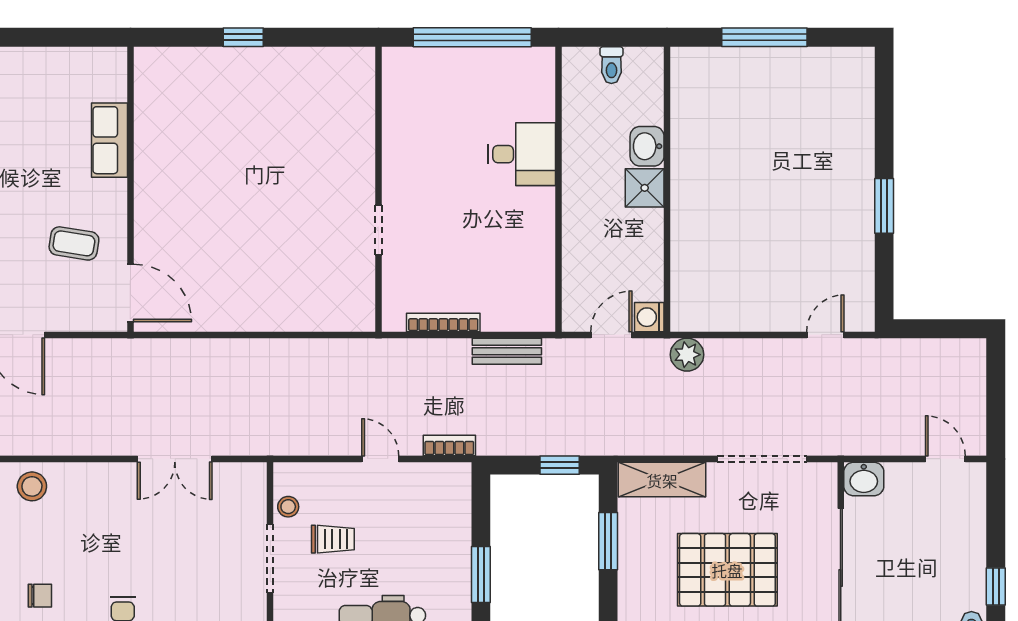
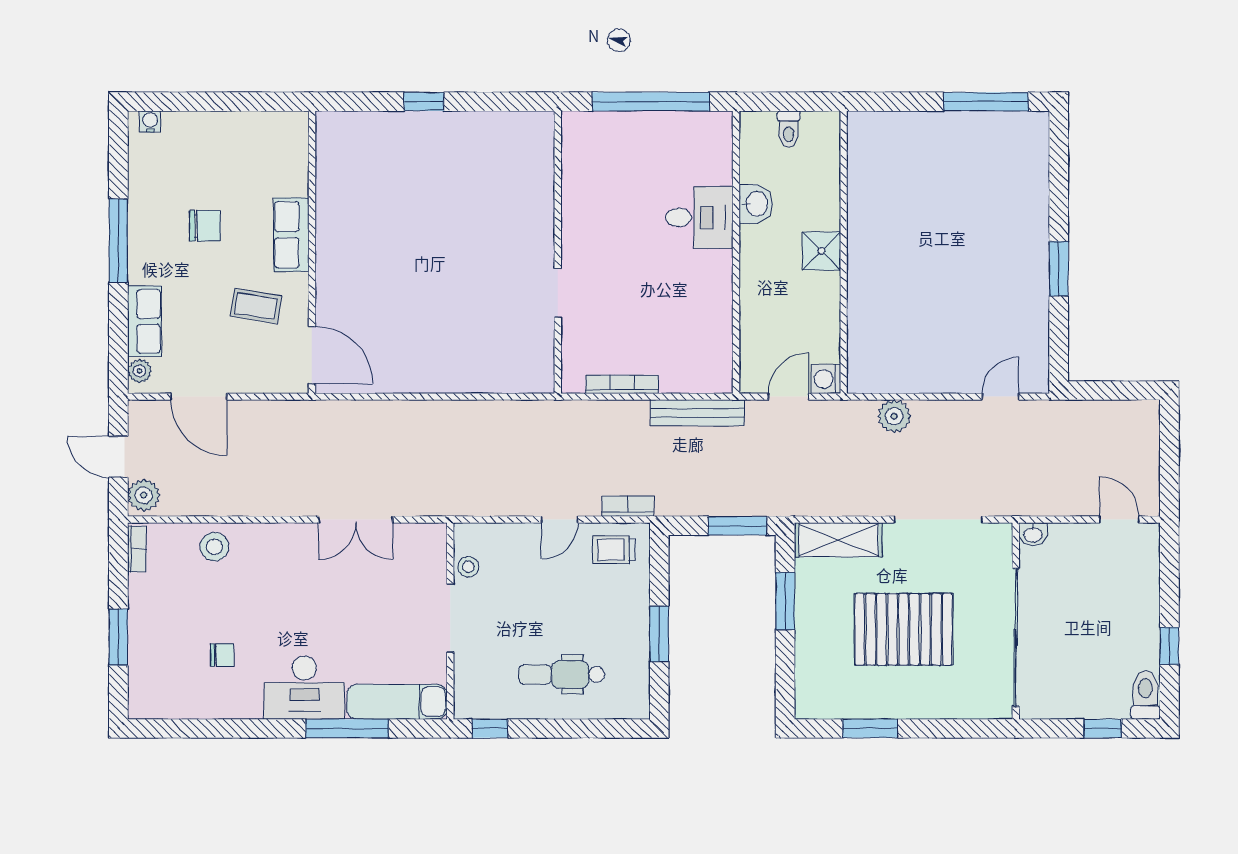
window: (764, 37) -> (986, 102), moved
row of seats: (109, 140) -> (291, 235), moved
washbasin: (647, 146) -> (756, 204), moved, turned 180
chair: (22, 162) -> (205, 226), added
bench: (507, 351) -> (697, 413), width x1.36
plant: (687, 355) -> (894, 416), moved
door: (380, 459) -> (560, 520), swing flipped
window: (560, 465) -> (737, 526), width x1.50
washbasin: (864, 479) -> (1033, 534), width x0.72, depth x0.69
trolley: (333, 539) -> (614, 550), moved, turned 180

